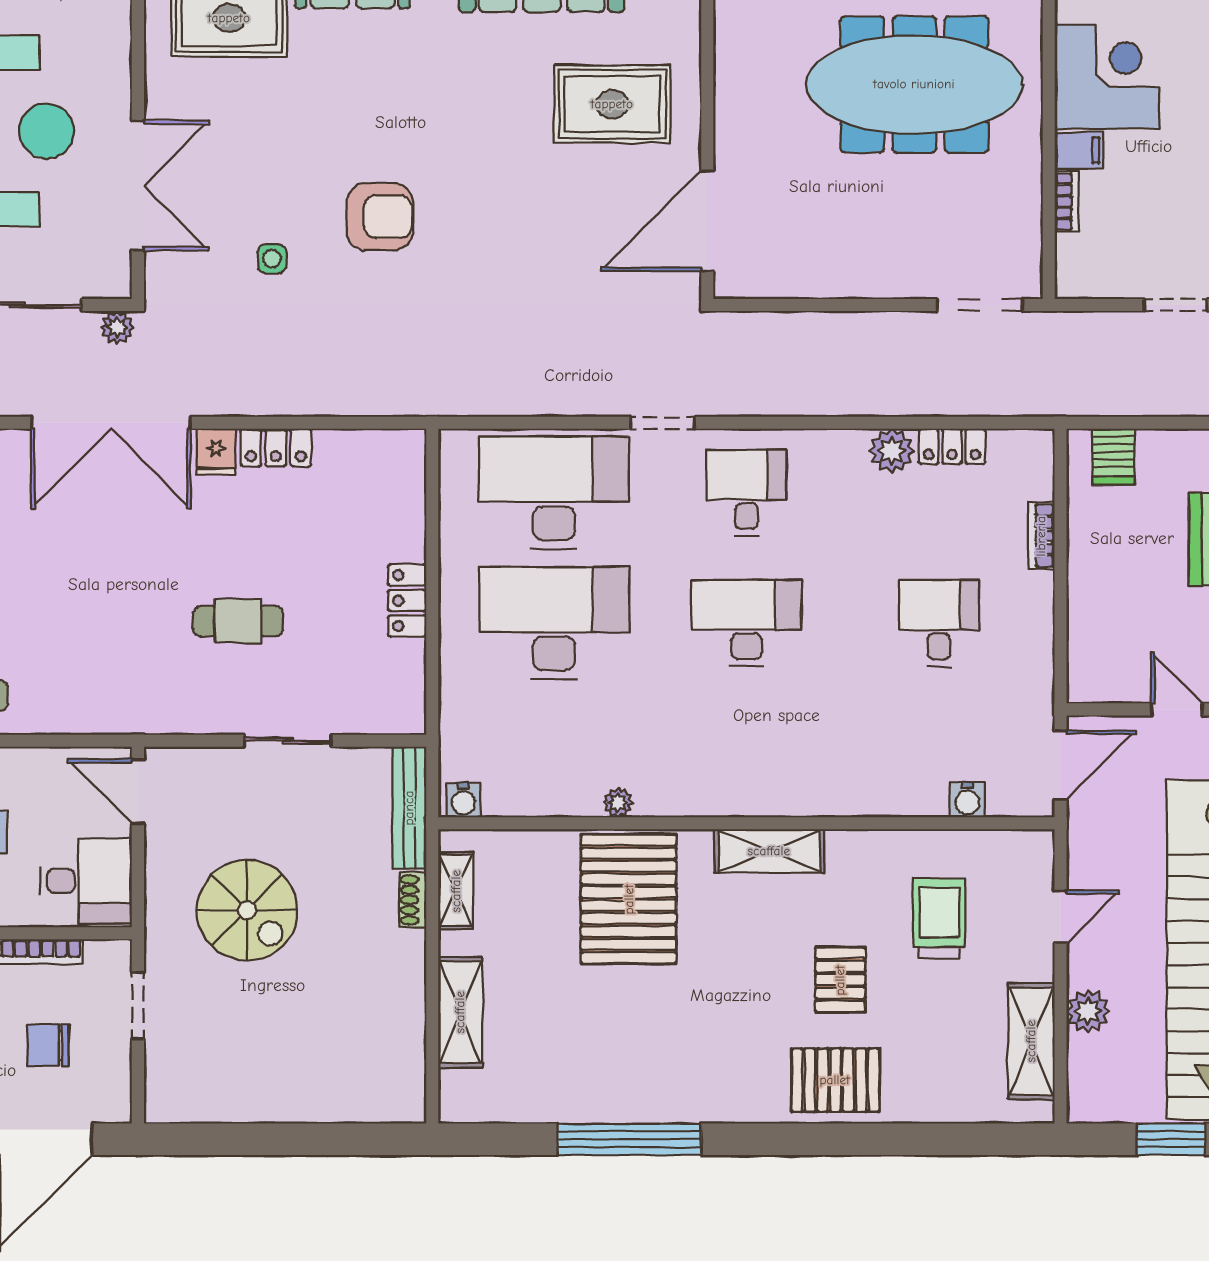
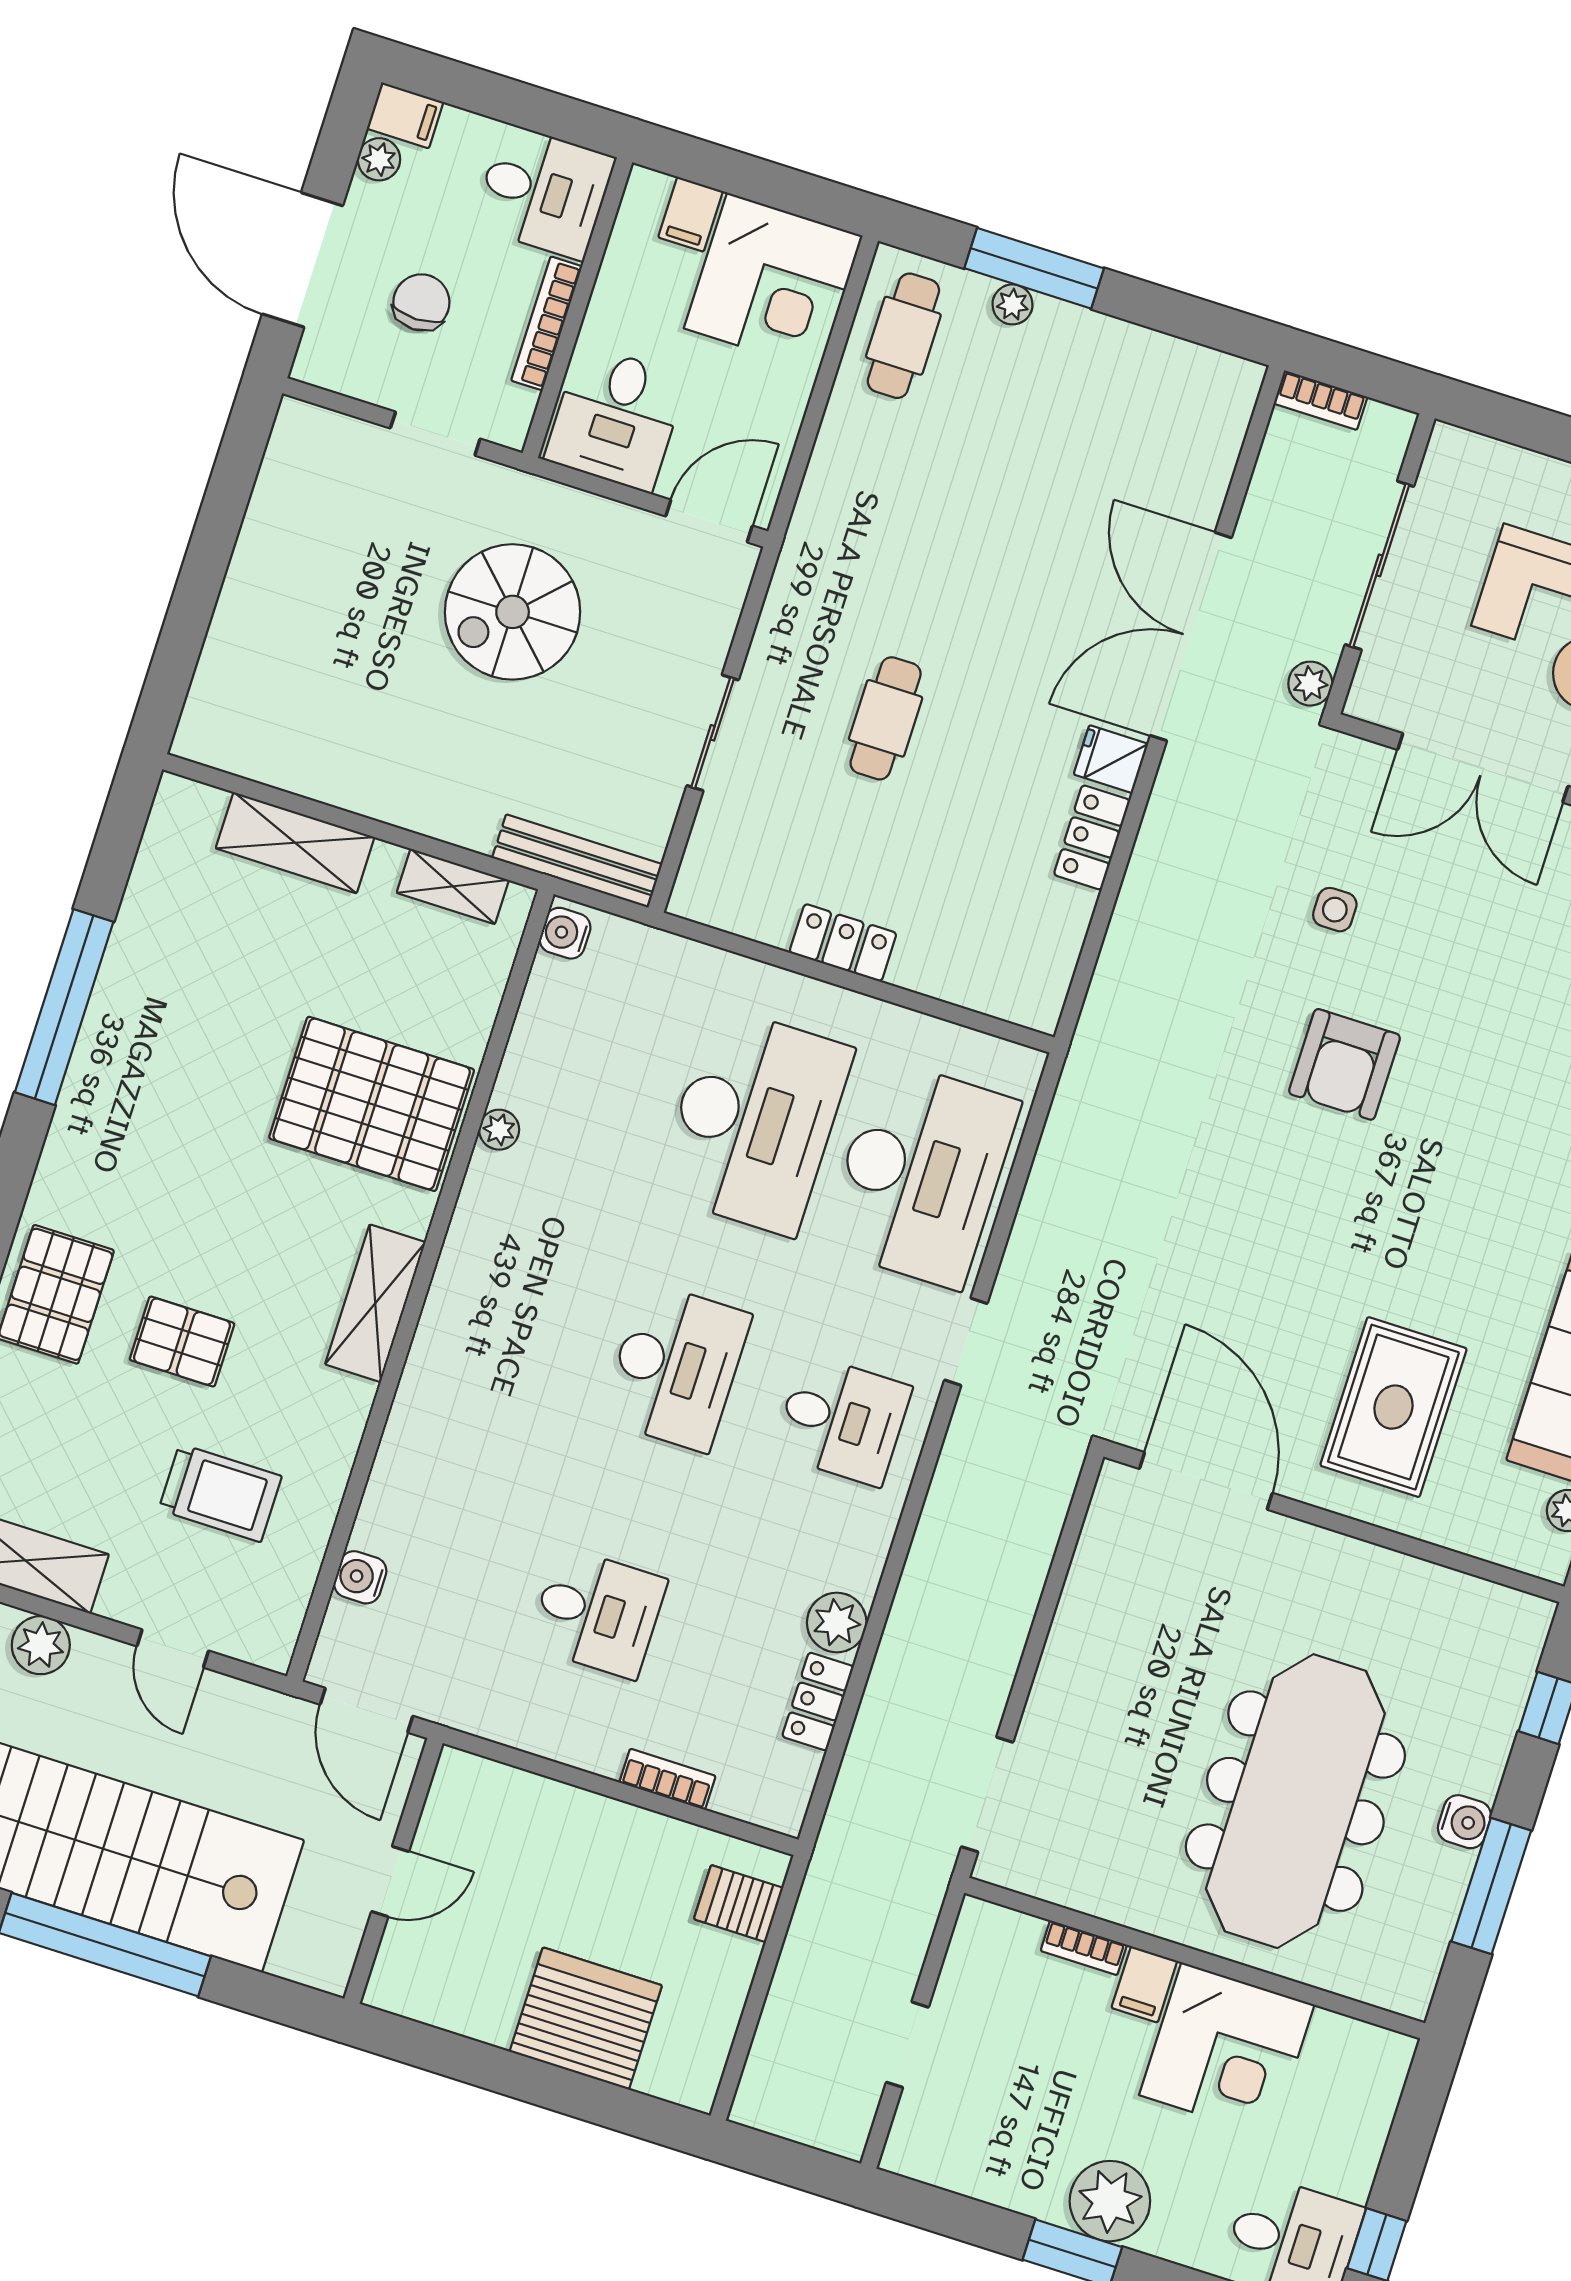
shoe rack: (413, 900) -> (458, 828), removed

